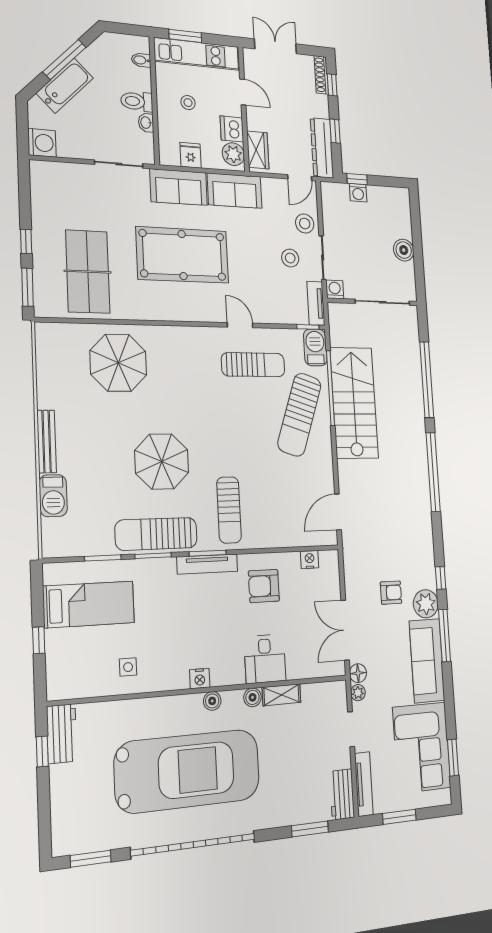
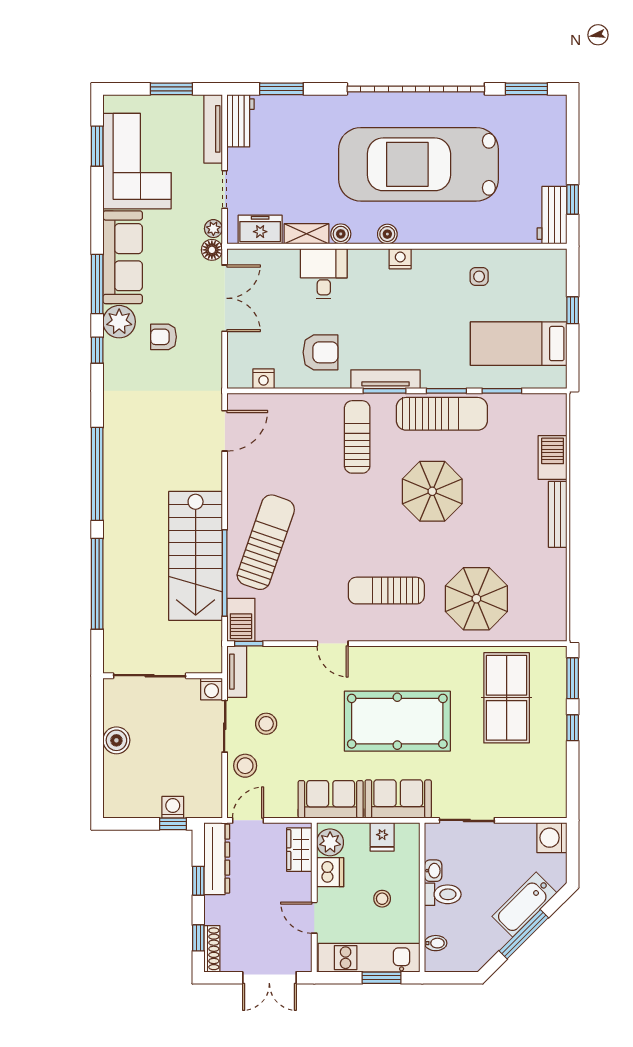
sun lounger: (253, 365) -> (386, 591), moved
freezer: (320, 695) -> (260, 230), added

